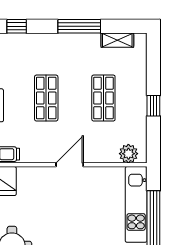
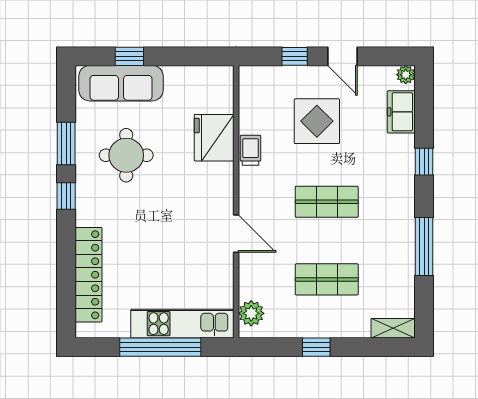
shelving: (117, 40) -> (393, 328), moved, turned 90

